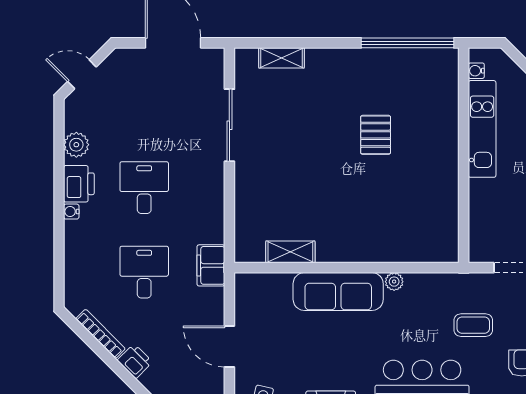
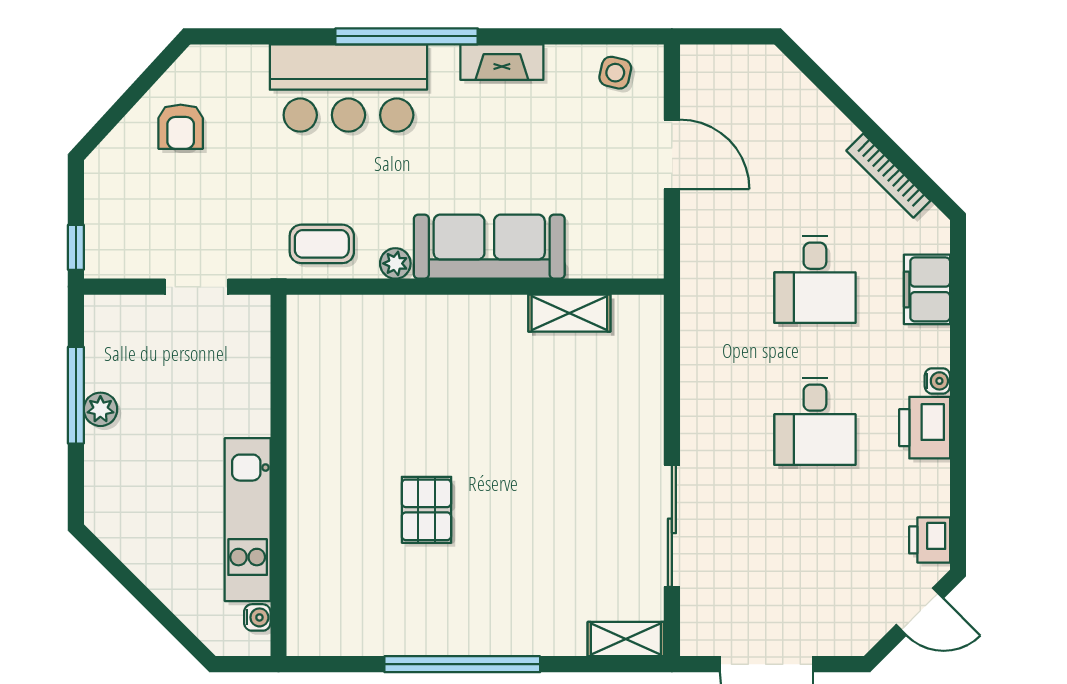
window: (408, 43) -> (462, 664), moved
shelving: (282, 58) -> (626, 639), moved
plant: (76, 145) -> (929, 493), removed
filing cabinet: (211, 265) -> (927, 289), moved, turned 180
coffee table: (473, 325) -> (322, 244), moved
printer: (135, 361) -> (930, 540), moved, turned 45

